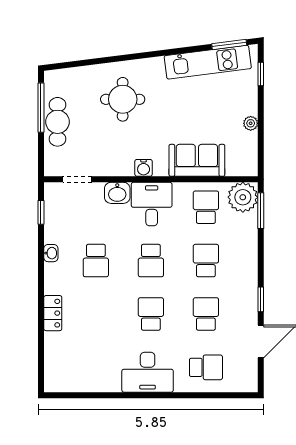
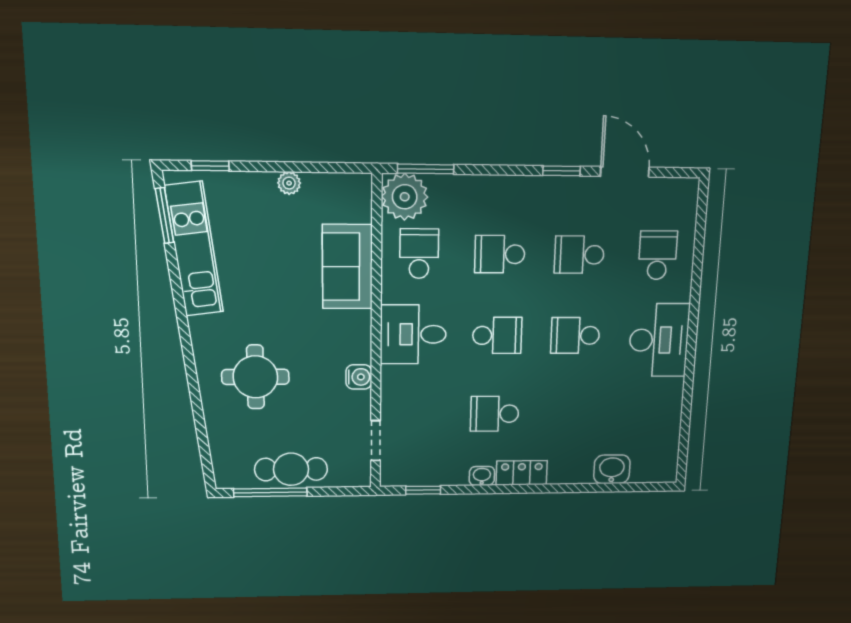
water cooler: (144, 168) -> (359, 377), moved
washbasin: (117, 193) -> (612, 469), moved, turned -90
school desk: (206, 207) -> (419, 254), turned 90
school desk: (96, 261) -> (495, 414), turned 180
locker: (53, 313) -> (522, 473), moved

